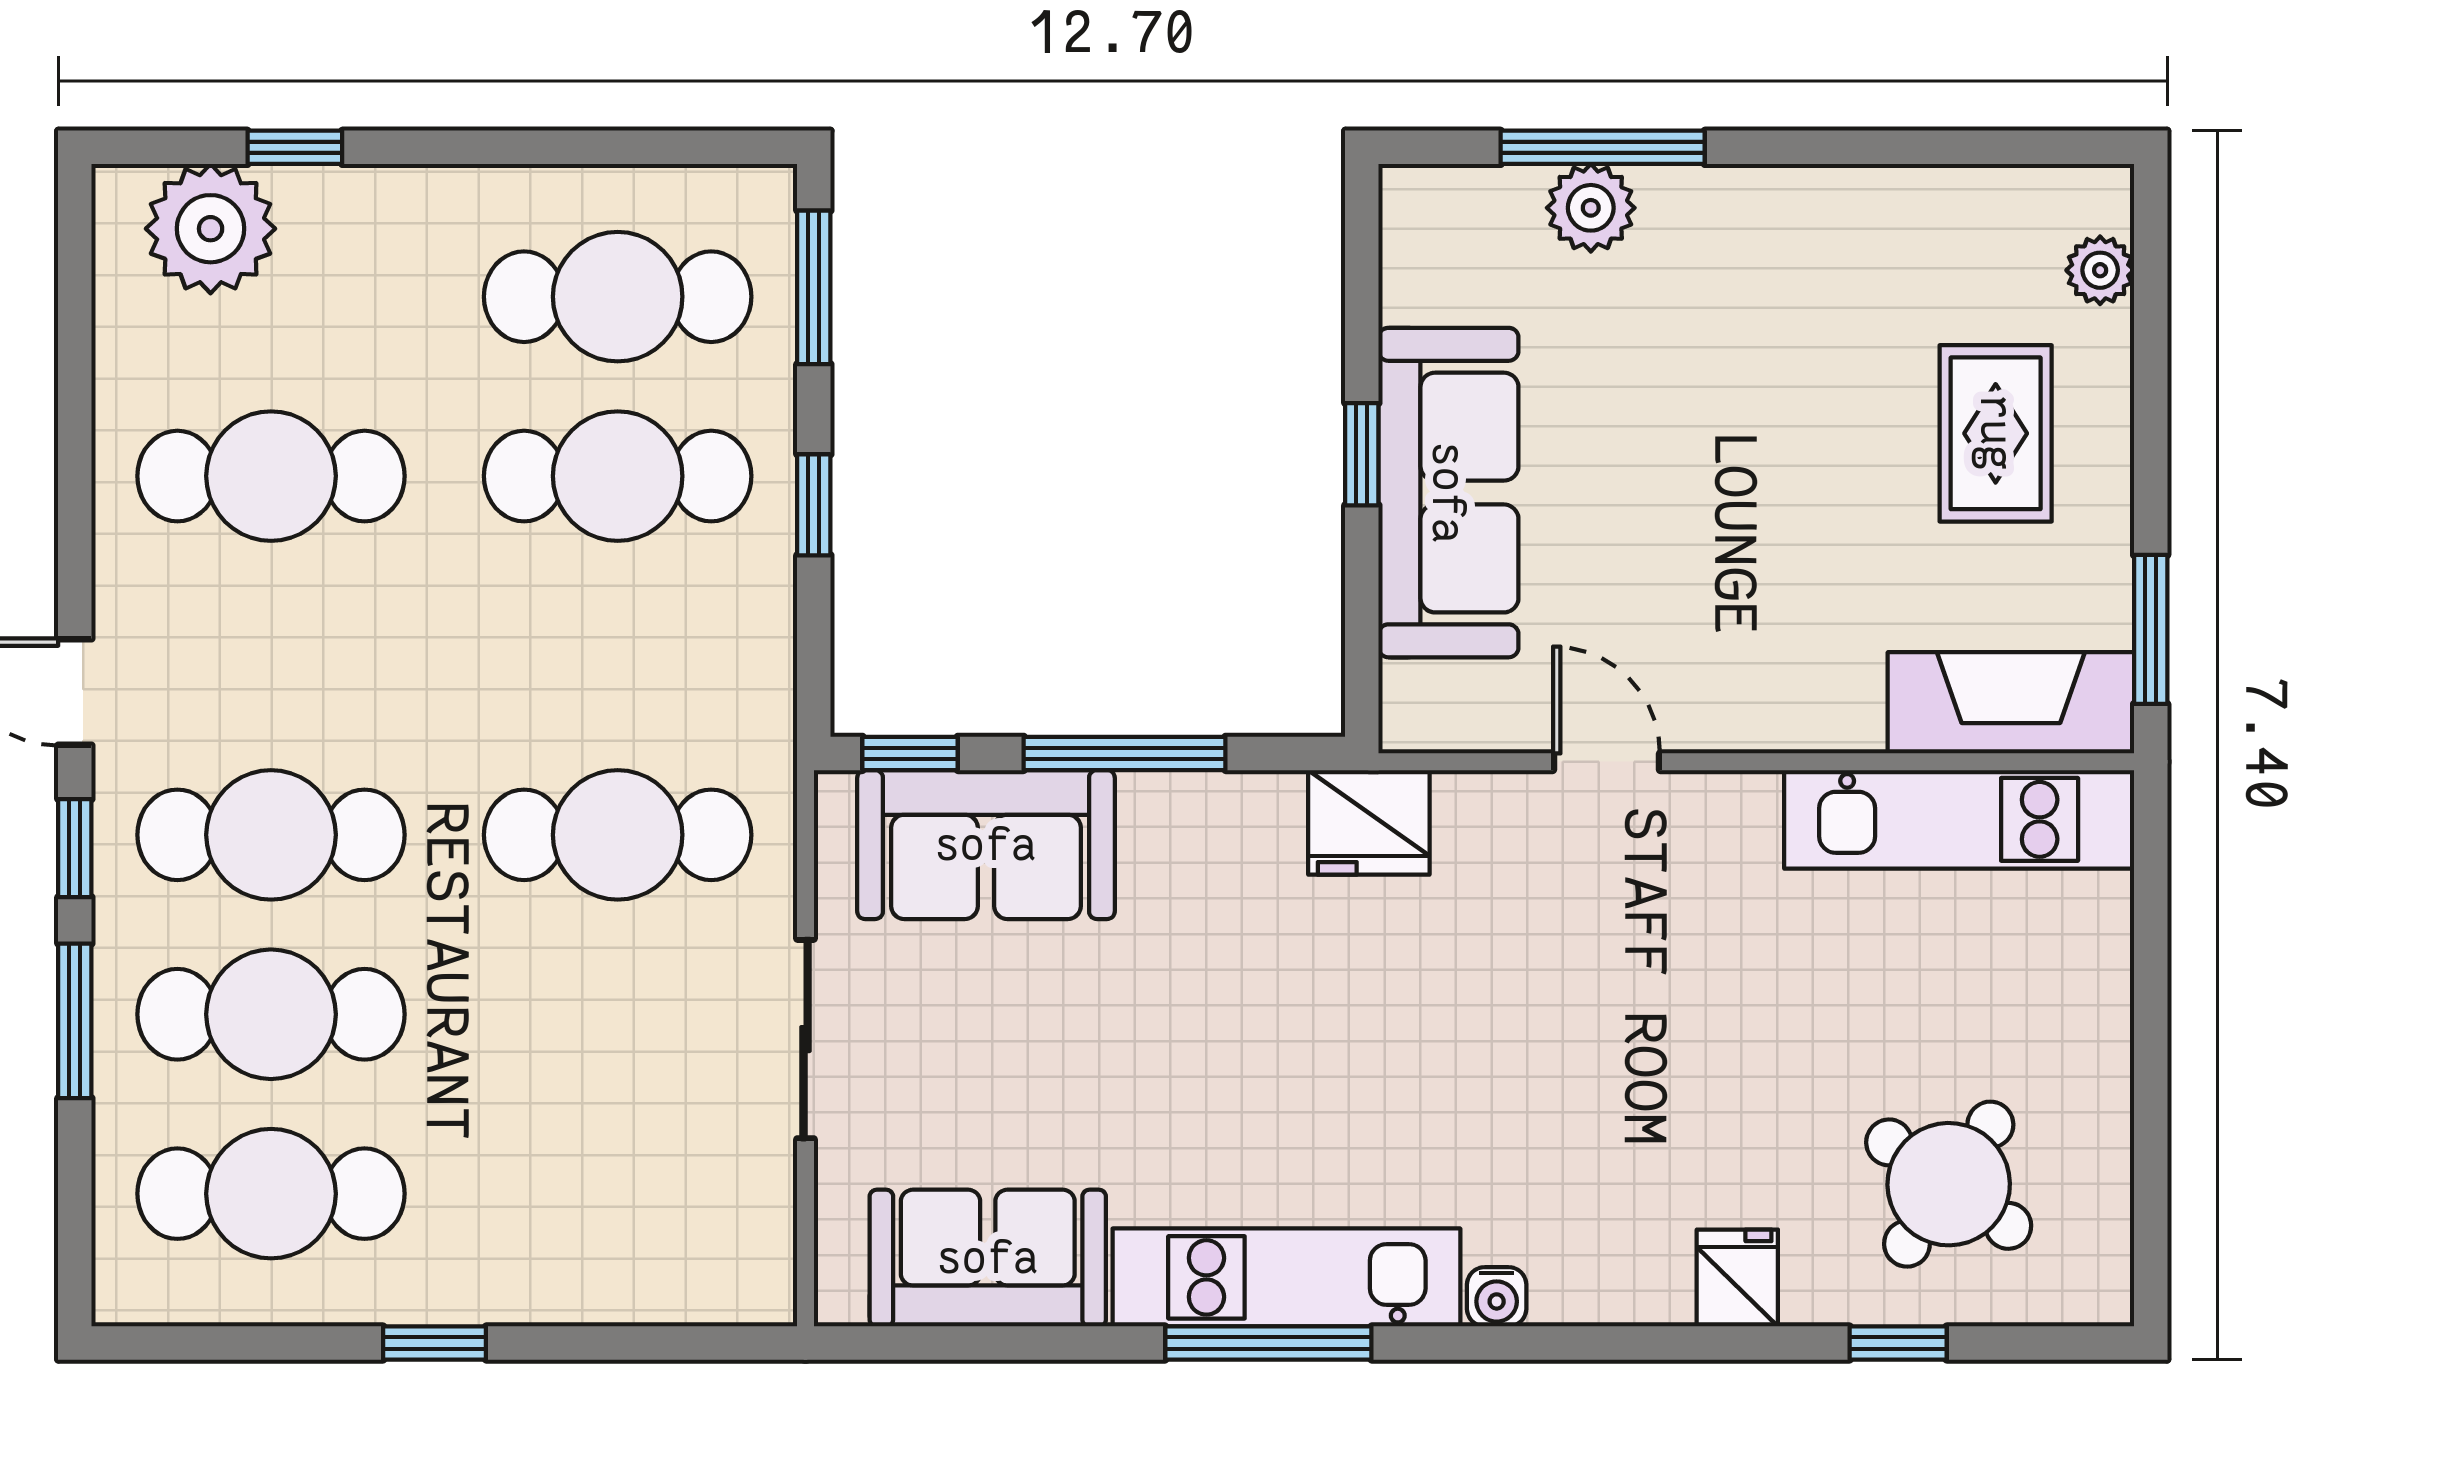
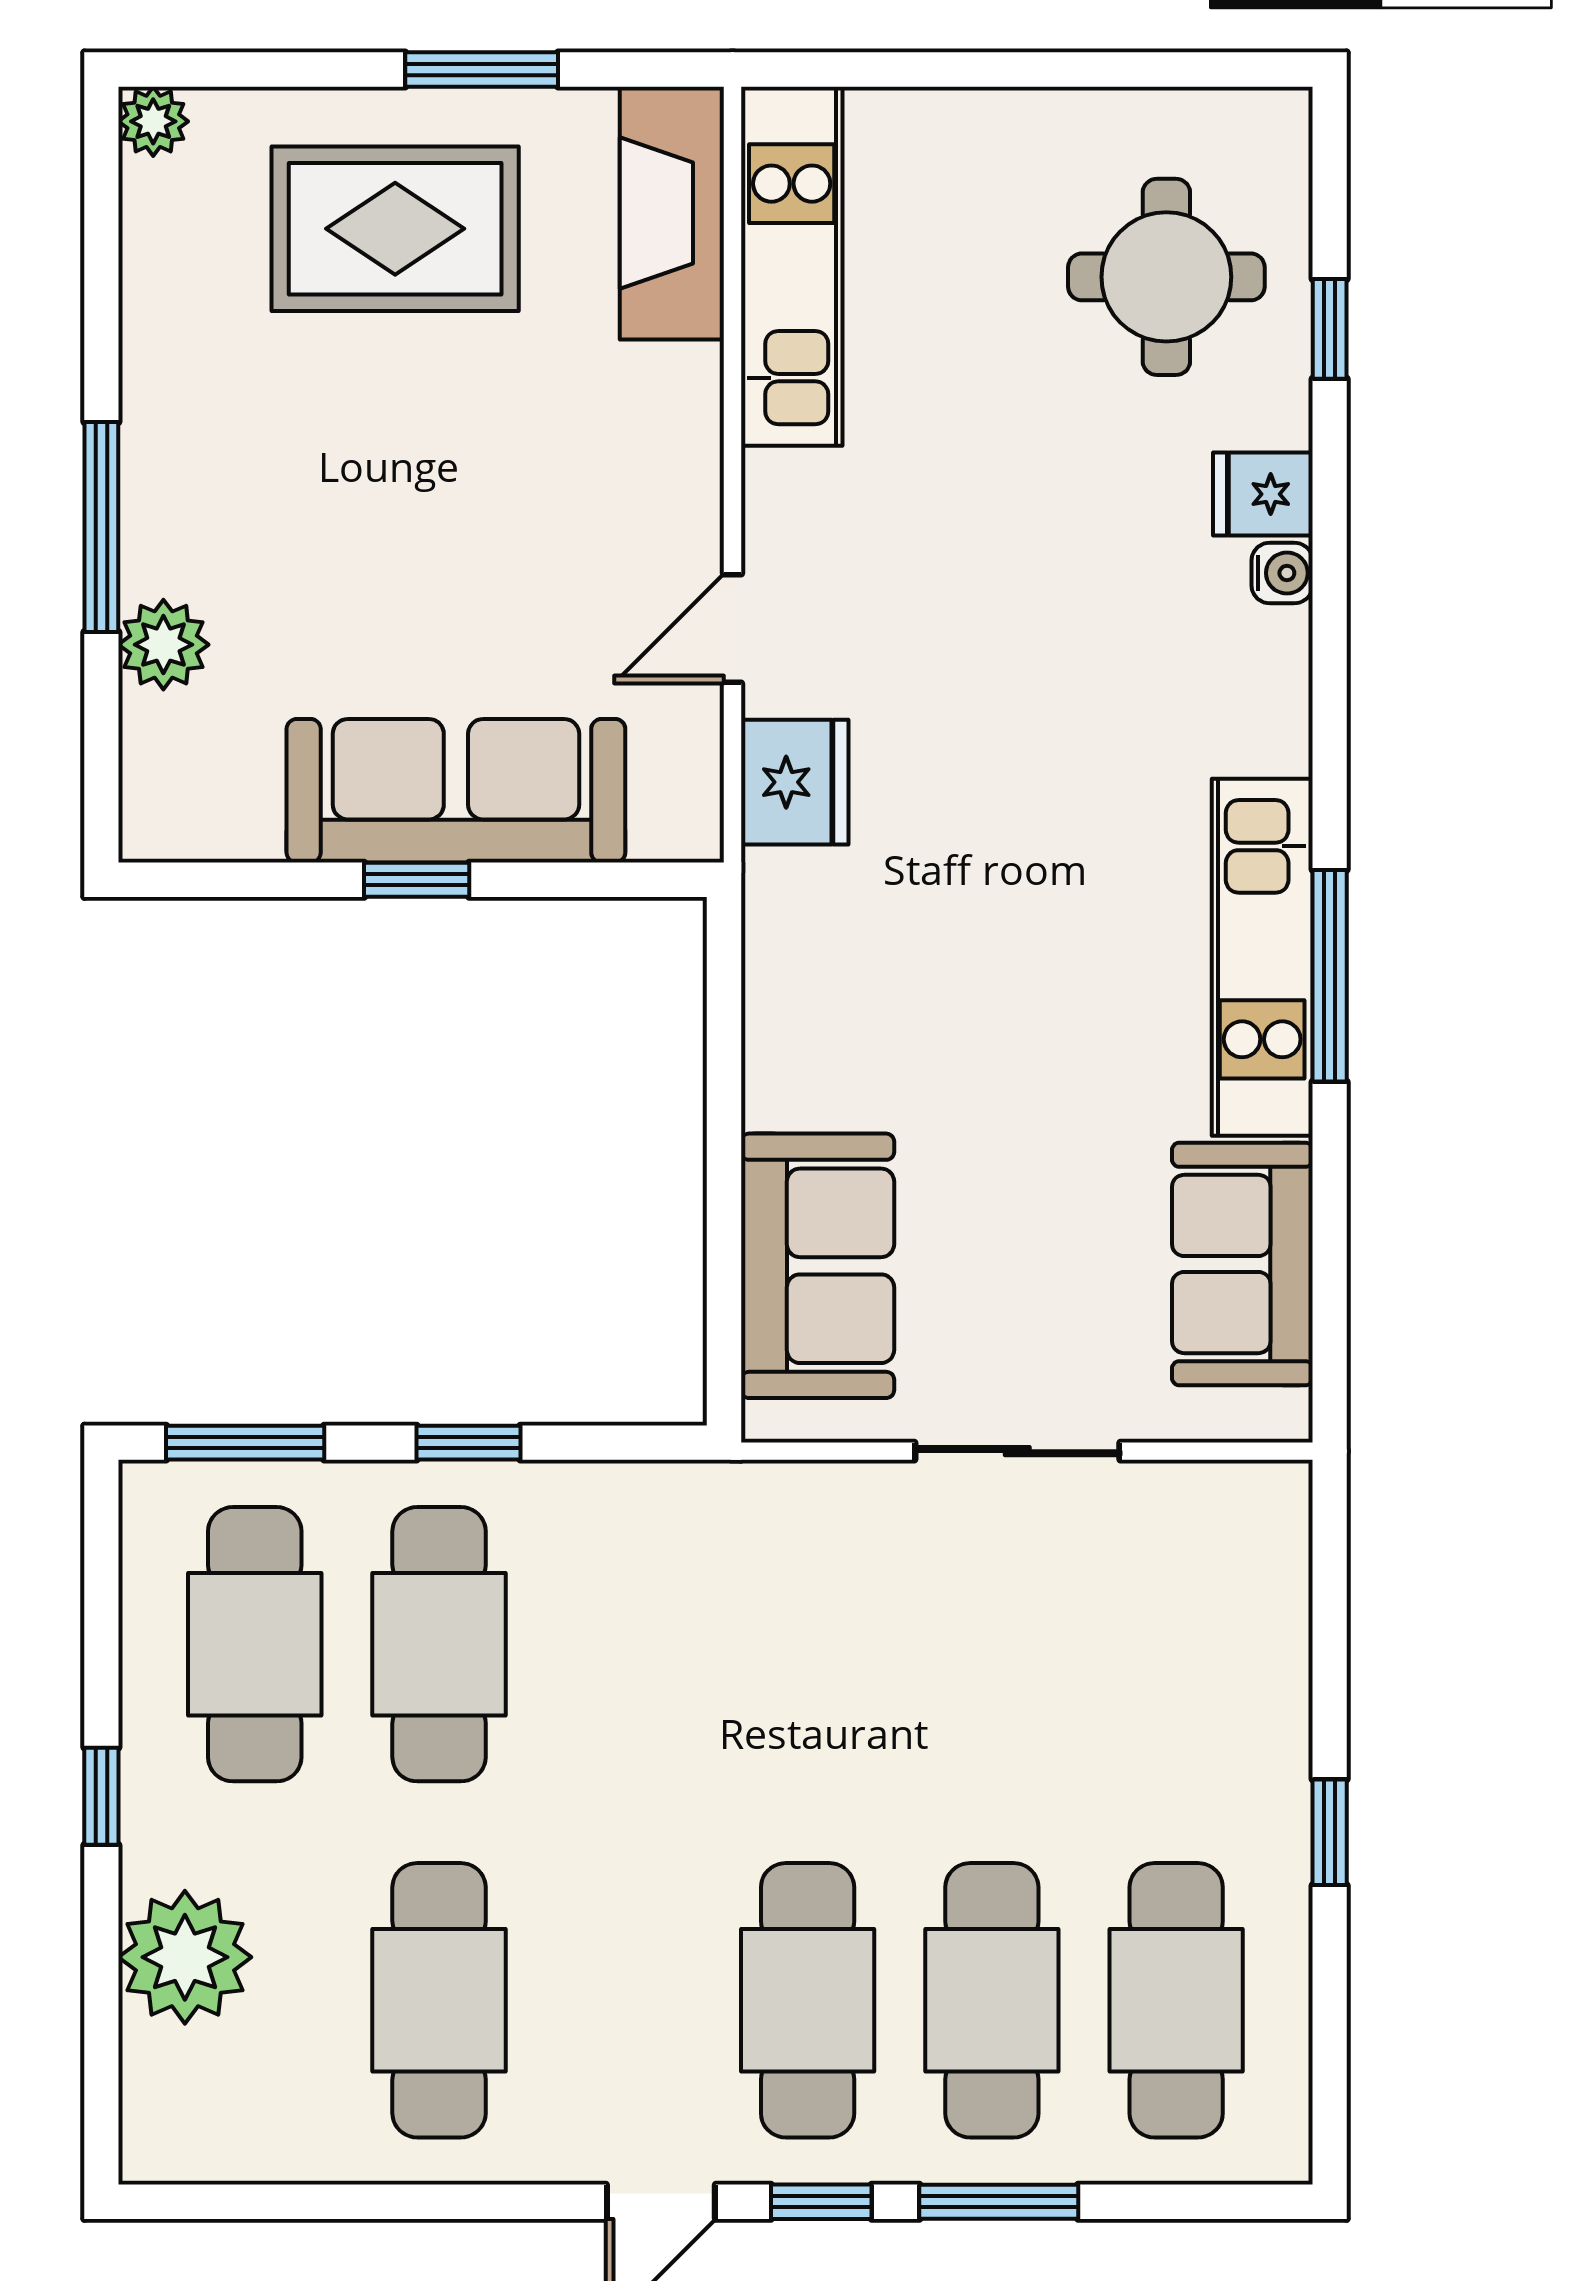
window: (295, 147) -> (101, 1796), moved
window: (1603, 147) -> (101, 527), moved
plant: (211, 229) -> (185, 1957), moved
plant: (2100, 270) -> (153, 121), moved
rug: (1996, 433) -> (395, 229), width x1.36, depth x1.43
window: (2151, 629) -> (482, 69), moved
window: (910, 753) -> (724, 1344), removed
window: (1125, 753) -> (724, 1123), removed
fridge: (1369, 822) -> (795, 782), moved
cafe table: (618, 835) -> (808, 1644), removed
round table: (1949, 1184) -> (1166, 277), turned -35
water cooler: (1497, 1297) -> (1282, 573), moved

